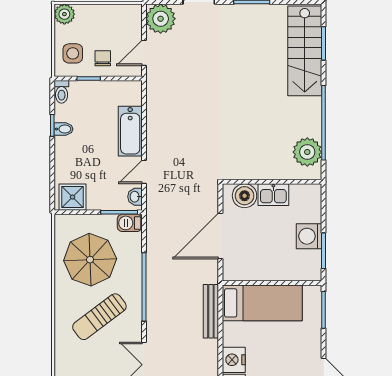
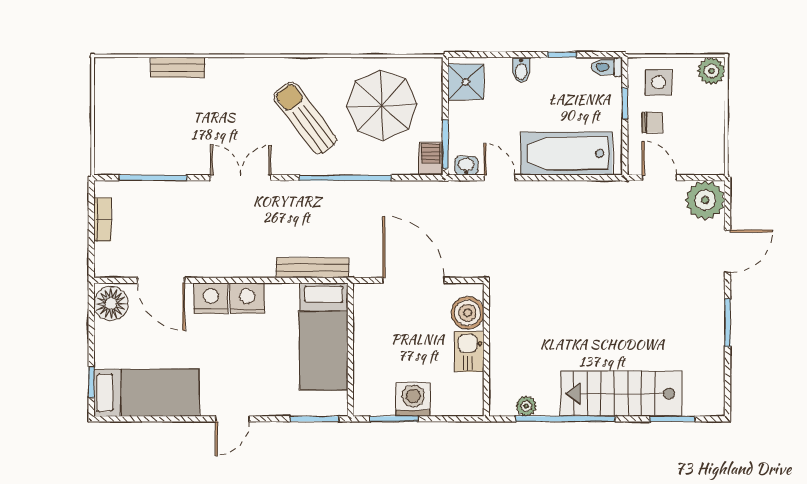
stairs: (305, 51) -> (621, 394), moved
bidet: (64, 129) -> (521, 70), moved
bathtub: (130, 131) -> (567, 154), width x1.36, depth x1.36
plant: (307, 152) -> (526, 406), width x0.53, depth x0.53

